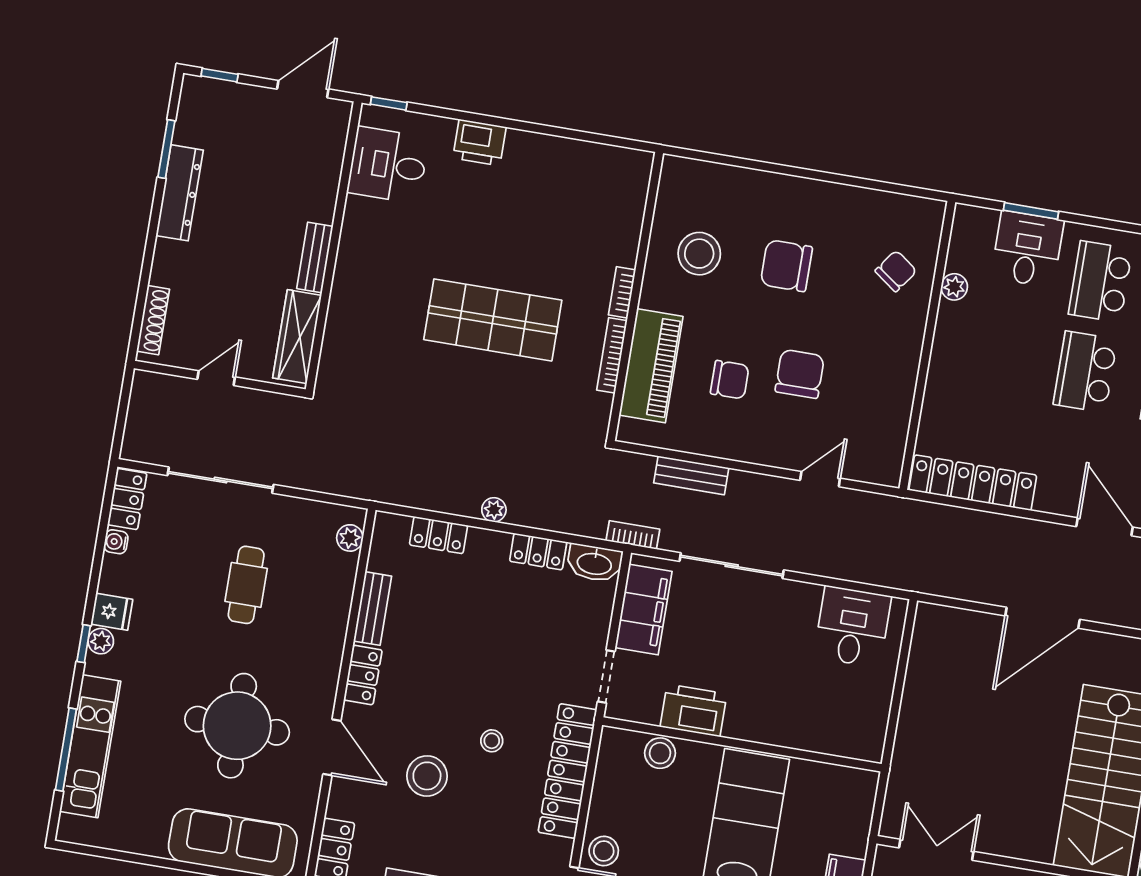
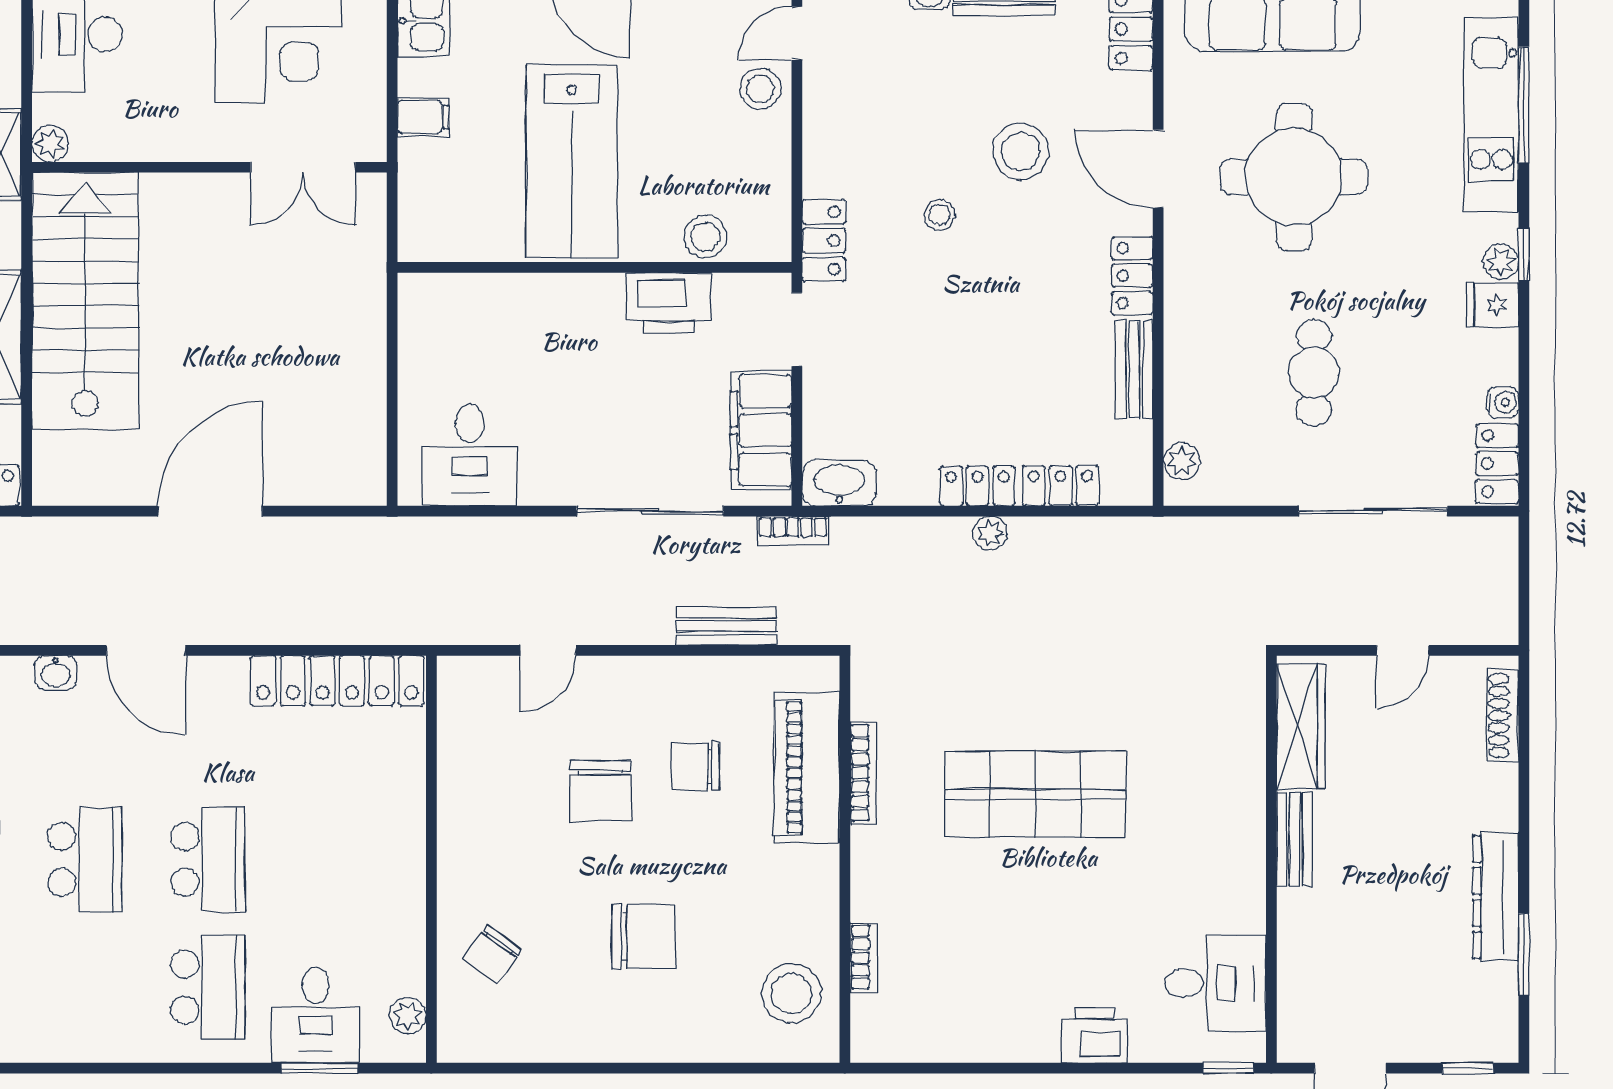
stool: (699, 254) -> (791, 993), moved
plant: (954, 287) -> (408, 1016), moved
bookcase: (622, 292) -> (864, 957), moved
locker: (538, 552) -> (977, 486), moved
locker: (568, 771) -> (824, 241), width x0.46, depth x0.83

